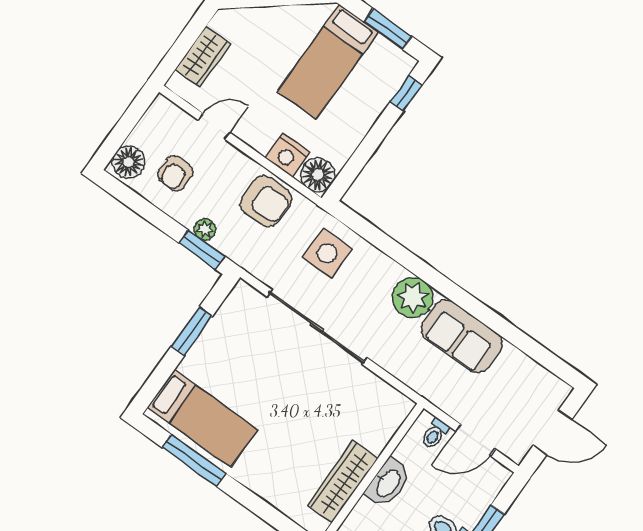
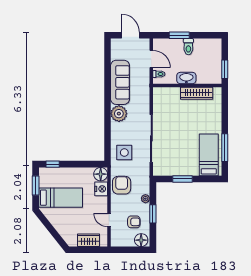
window: (202, 250) -> (153, 214), moved
sofa: (462, 336) -> (120, 82), width x1.36

